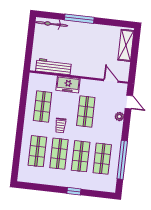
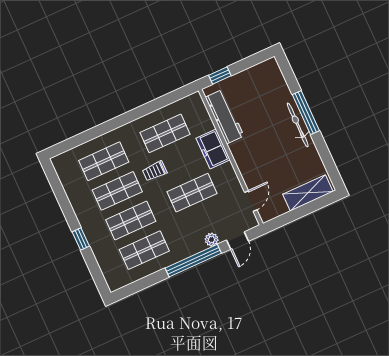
bicycle: (51, 24) -> (298, 125), moved
window: (28, 55) -> (220, 75), added
window: (122, 160) -> (193, 261), moved

